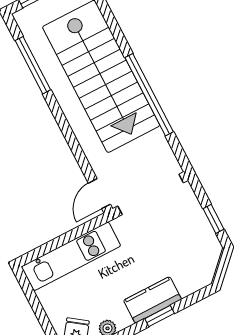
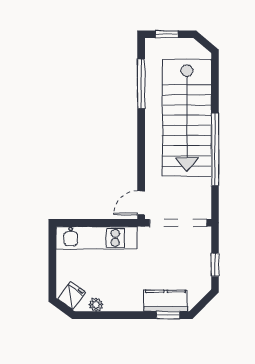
kitchen counter: (153, 300) -> (166, 301), moved
window: (160, 316) -> (168, 315), moved

